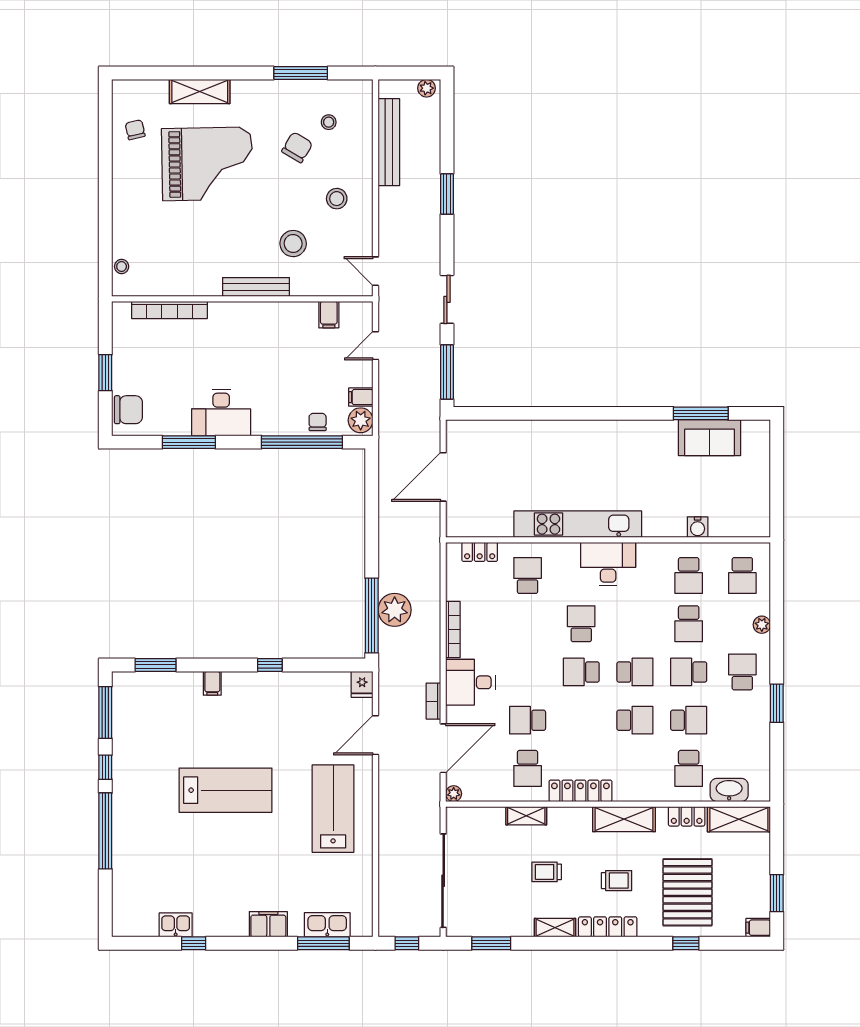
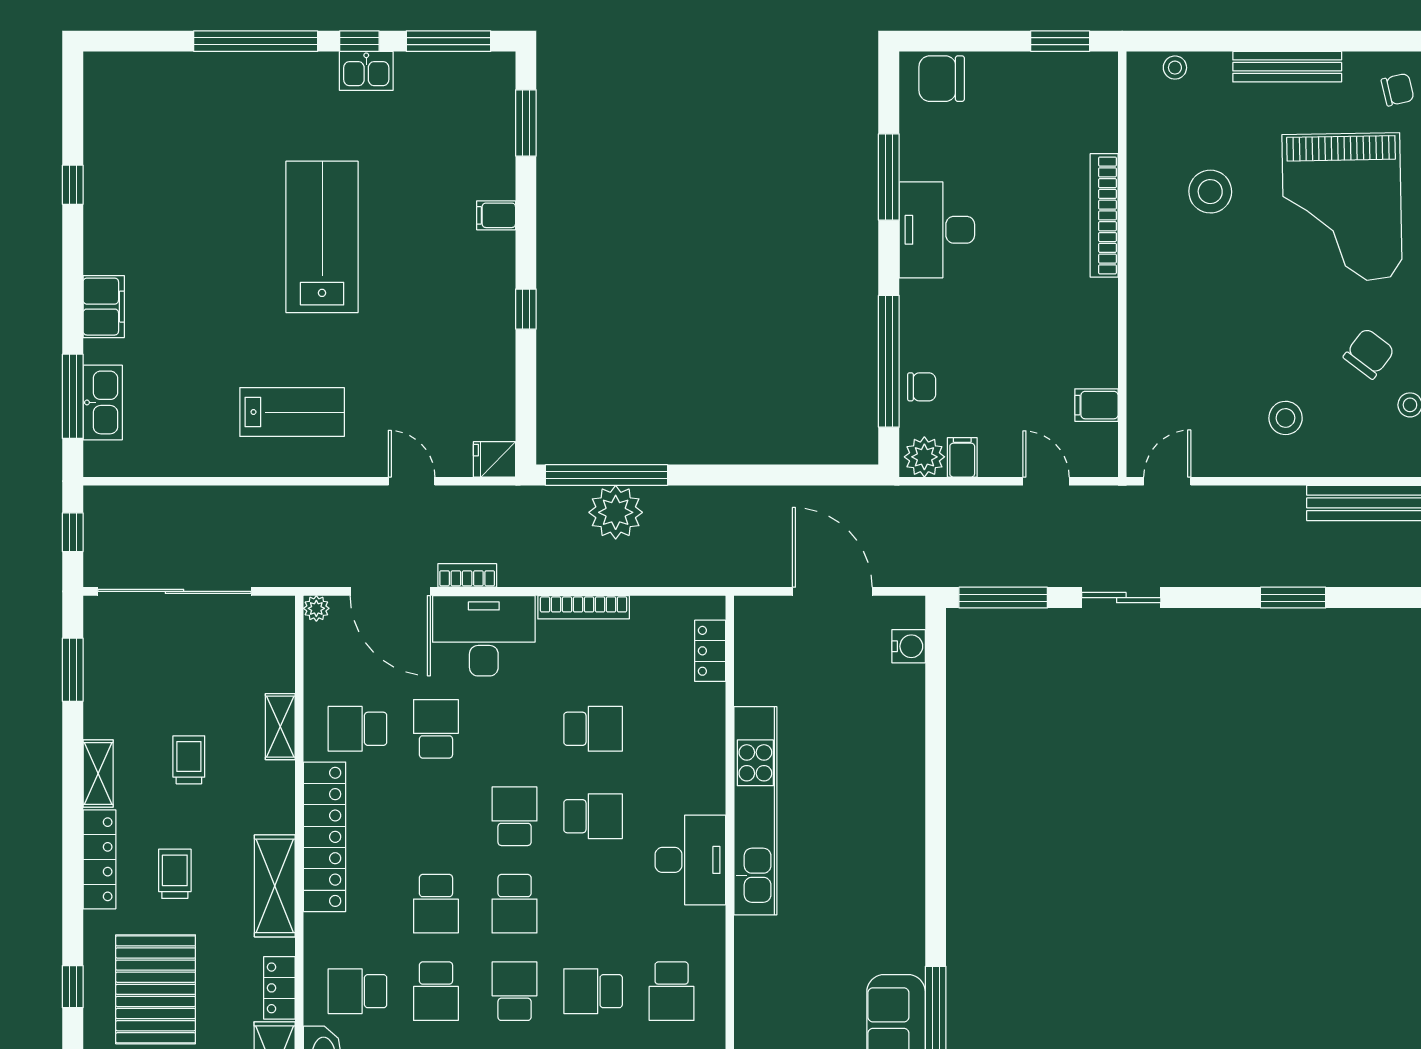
chair: (297, 147) -> (1369, 354), turned -84
stool: (293, 244) -> (1210, 192), moved
bench: (256, 287) -> (1287, 67), moved, turned 90
bookcase: (169, 310) -> (1104, 215), moved
window: (105, 373) -> (1060, 41), moved
chair: (128, 410) -> (942, 79), turned 90
water cooler: (698, 527) -> (909, 646), moved, turned 180
school desk: (528, 576) -> (593, 729), moved
school desk: (689, 576) -> (672, 991), turned -90
desk: (470, 682) -> (484, 636), width x1.37
door: (376, 735) -> (412, 481), width x0.73
lab bench: (226, 790) -> (322, 237), turned 180
locker: (580, 791) -> (325, 837), width x1.41, depth x1.21
lab bench: (333, 809) -> (292, 412), width x0.73, depth x0.72
trolley: (617, 881) -> (175, 874), turned 180
pallet: (688, 892) -> (156, 989), turned 90
kitchen sink: (176, 925) -> (366, 71), moved, turned 90

